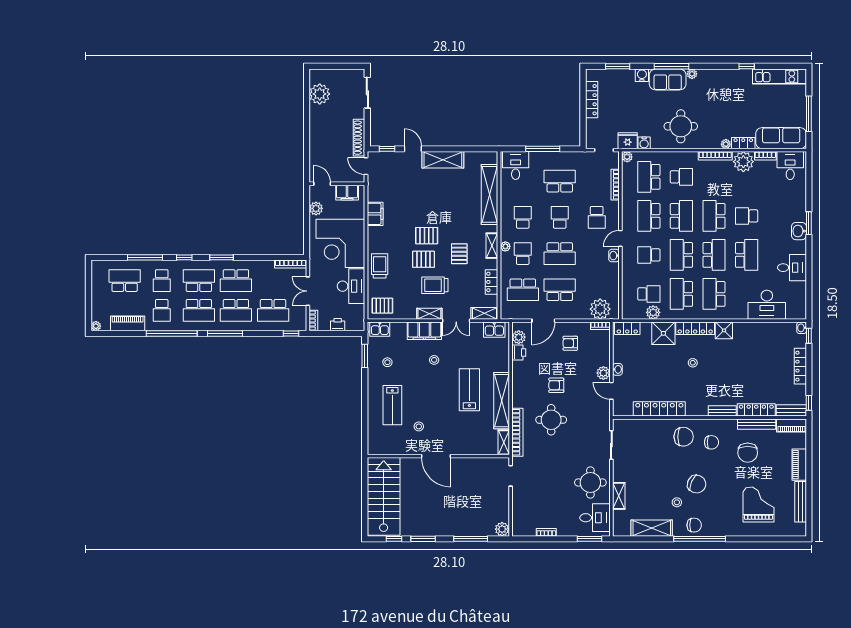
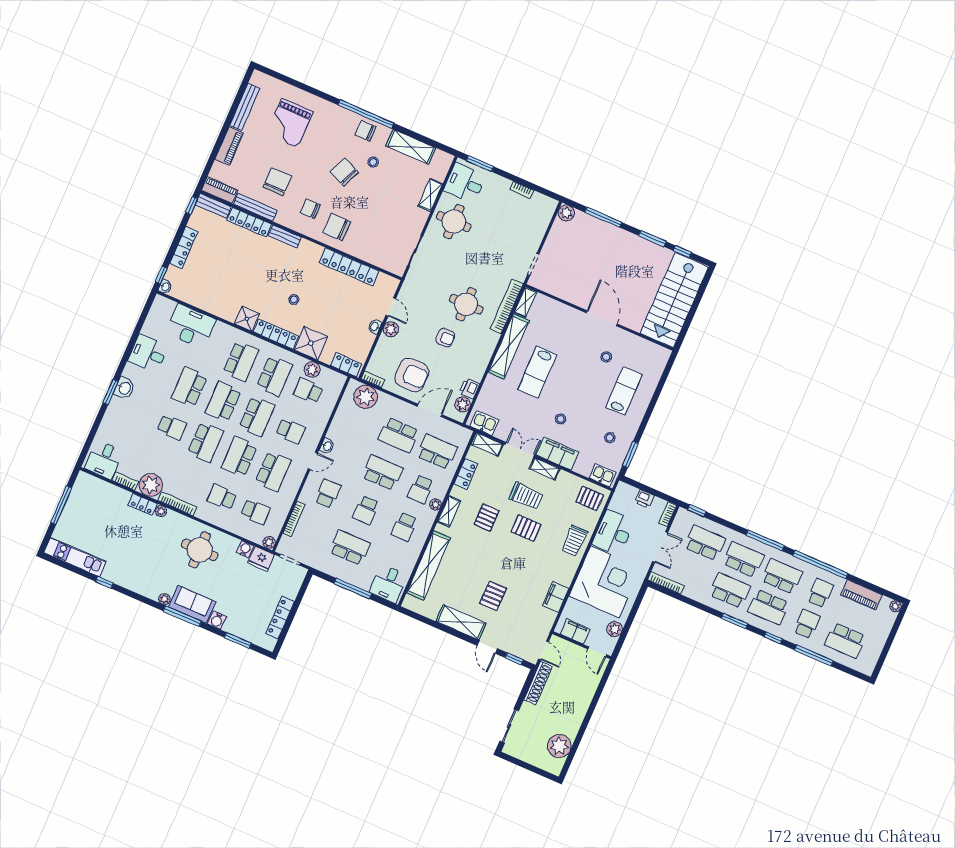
sofa: (781, 138) -> (101, 492), removed
school desk: (649, 177) -> (255, 512), width x0.54
school desk: (560, 181) -> (350, 548), turned 180
pallet: (427, 236) -> (493, 596), moved, turned 90
armchair: (570, 343) -> (412, 375), width x1.88, depth x1.88

